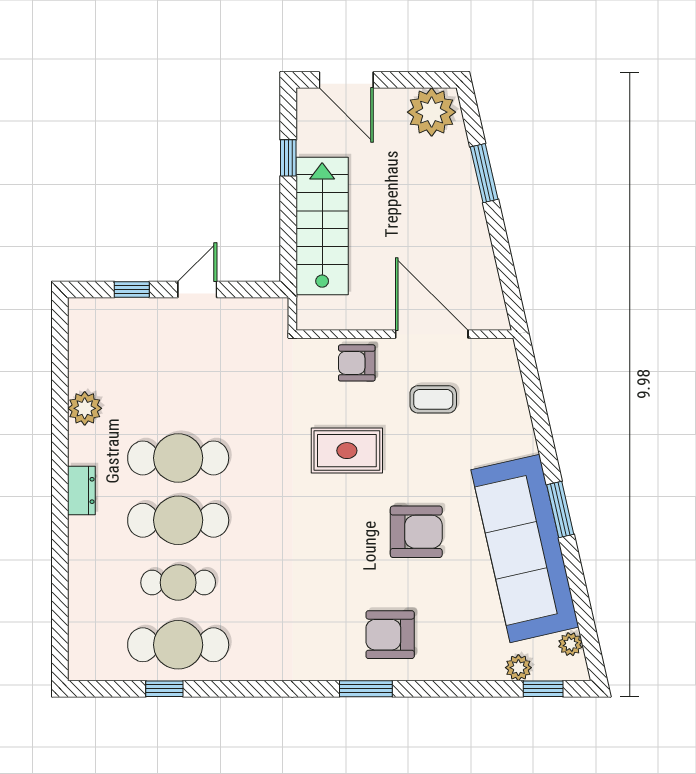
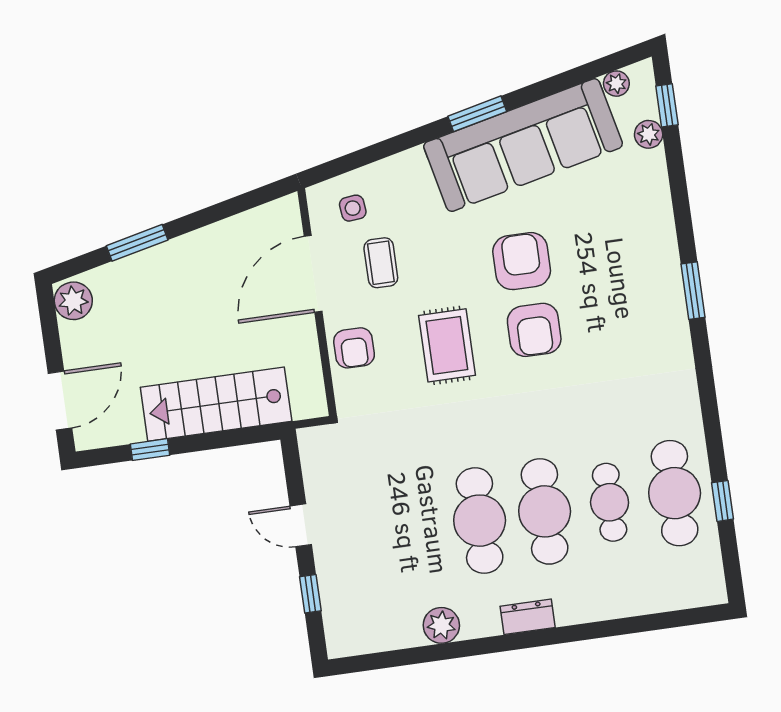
plant: (432, 112) -> (73, 301), width x0.73, depth x0.73
side table: (488, 380) -> (353, 208), added
armchair: (390, 635) -> (534, 330), moved

